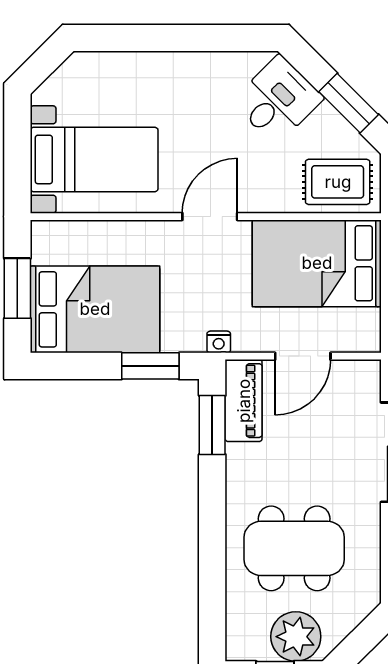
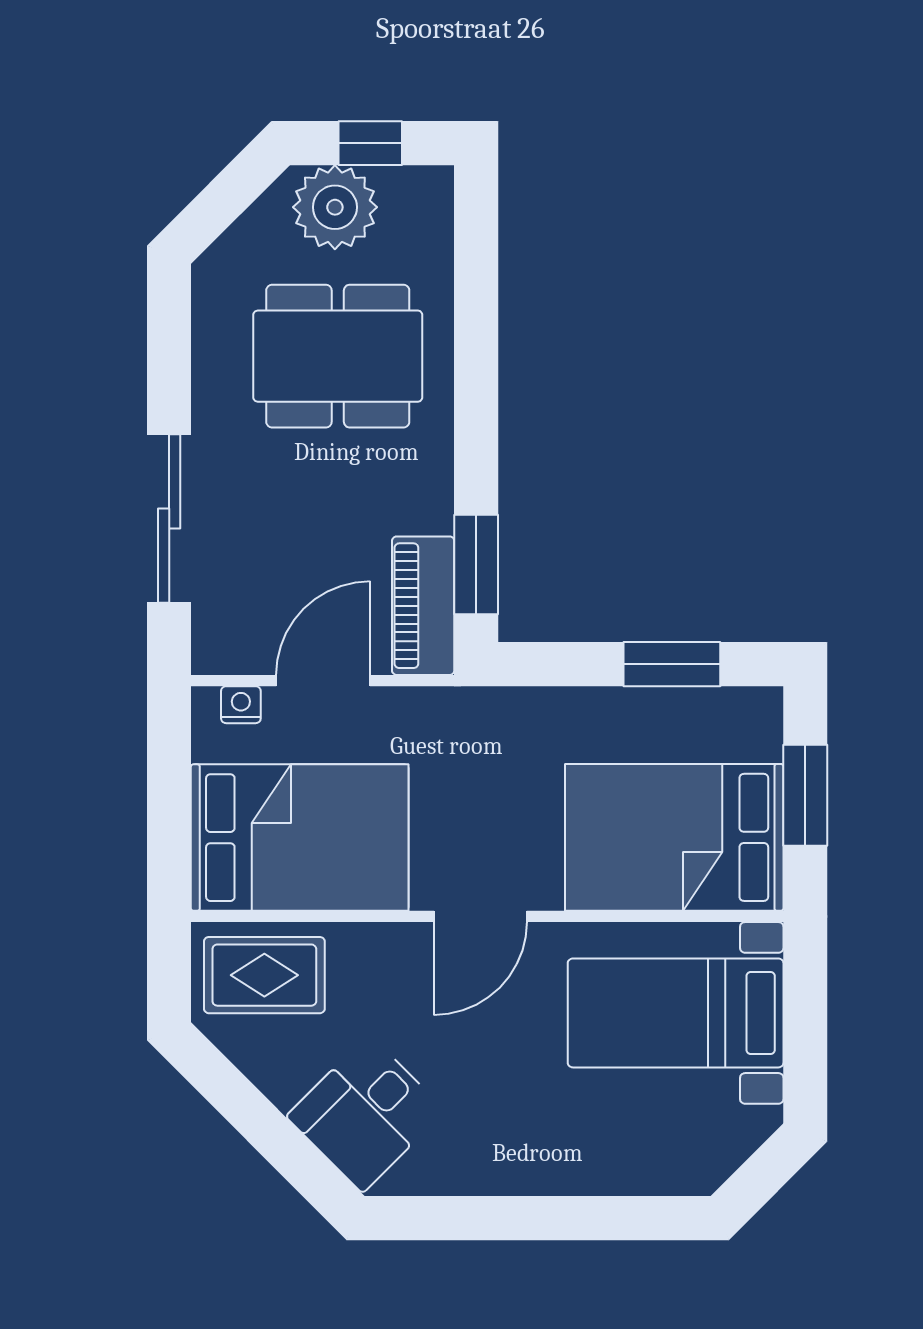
window: (349, 103) -> (246, 1108), removed
bed: (95, 309) -> (674, 837), moved
nightstand: (219, 342) -> (241, 705), moved
window: (150, 366) -> (672, 664), moved

